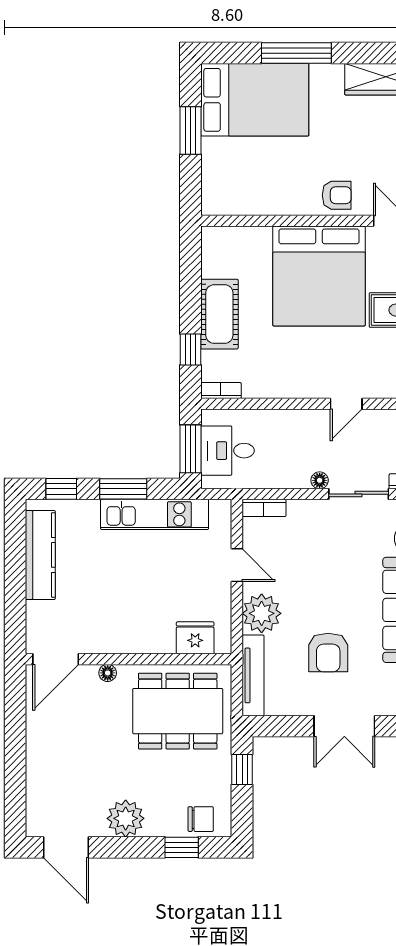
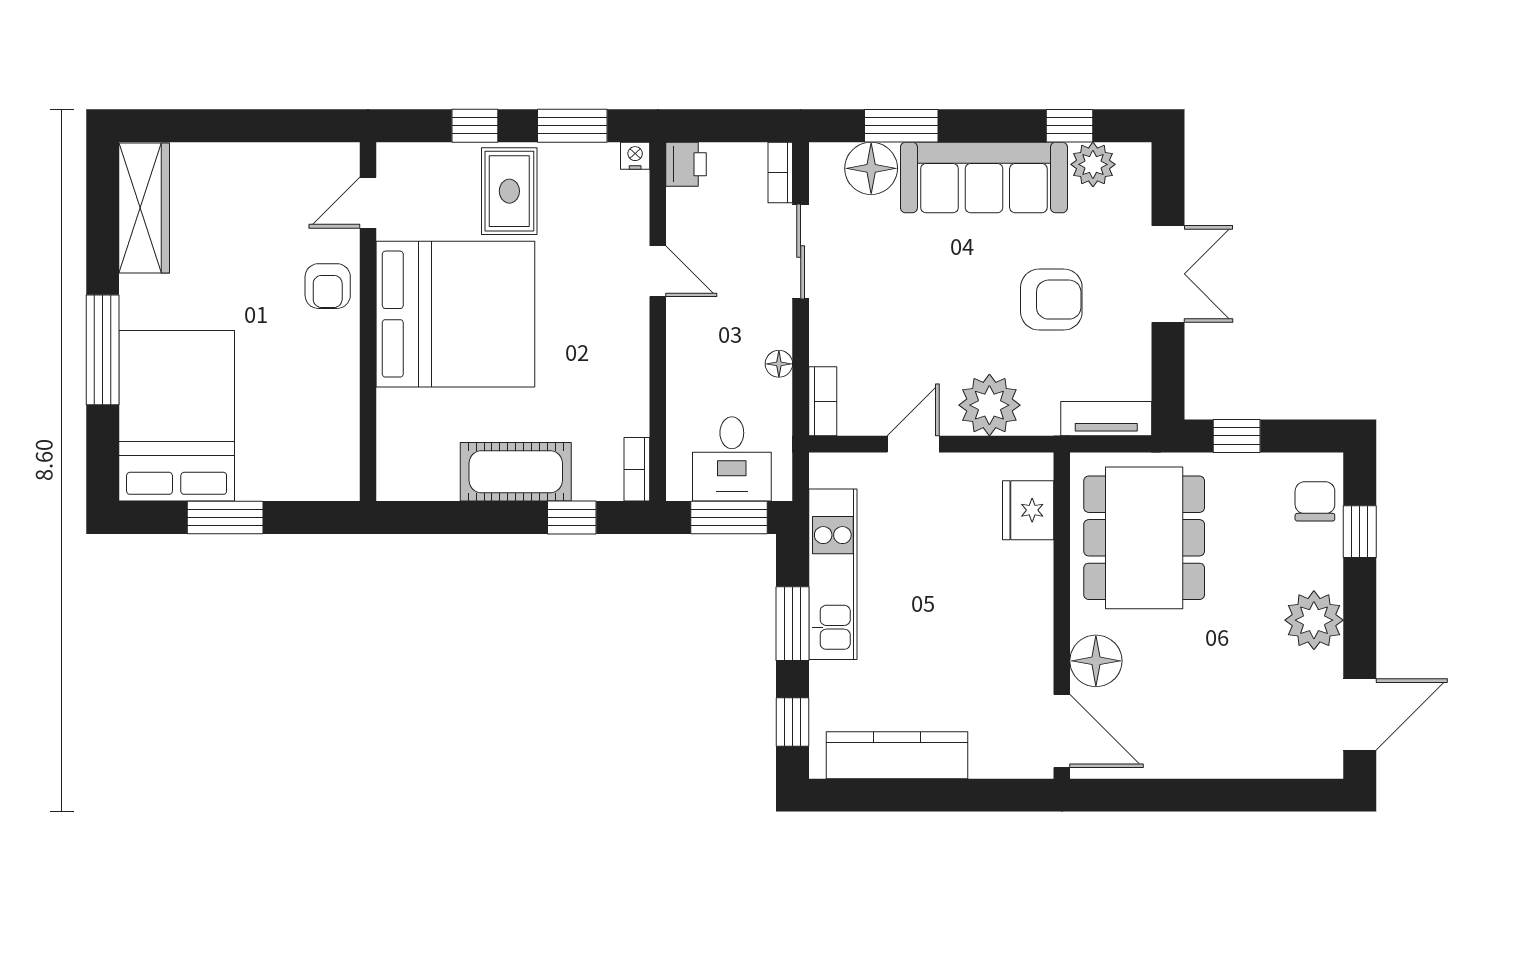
armchair: (337, 195) -> (328, 286), turned 180
floor lamp: (320, 480) -> (779, 364), moved
floor lamp: (108, 673) -> (1096, 661), width x1.89, depth x1.89
tv unit: (253, 675) -> (1106, 419), width x0.71

